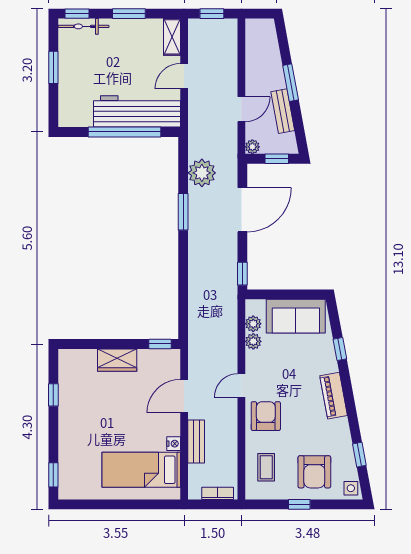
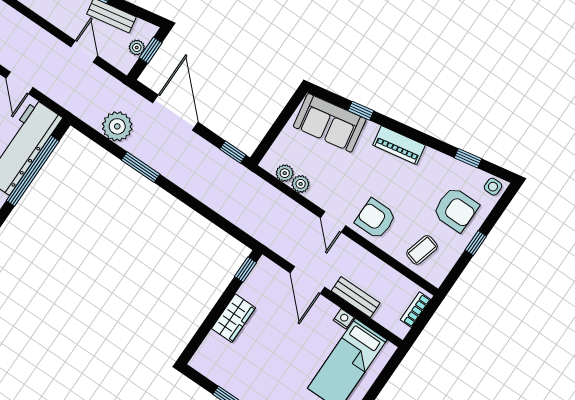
plant: (252, 147) -> (137, 47), moved
sofa: (296, 316) -> (330, 123), moved, turned 80
coffee table: (266, 467) -> (422, 250), turned -75

